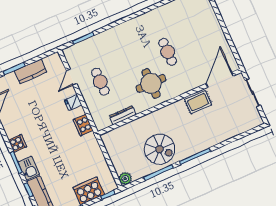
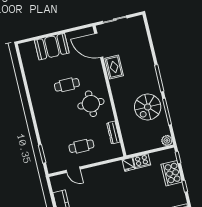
booth: (208, 26) -> (52, 47), added
fridge: (73, 102) -> (128, 164), moved
cooker: (83, 125) -> (142, 161), moved
spiral stairs: (159, 149) -> (148, 107), turned 180

